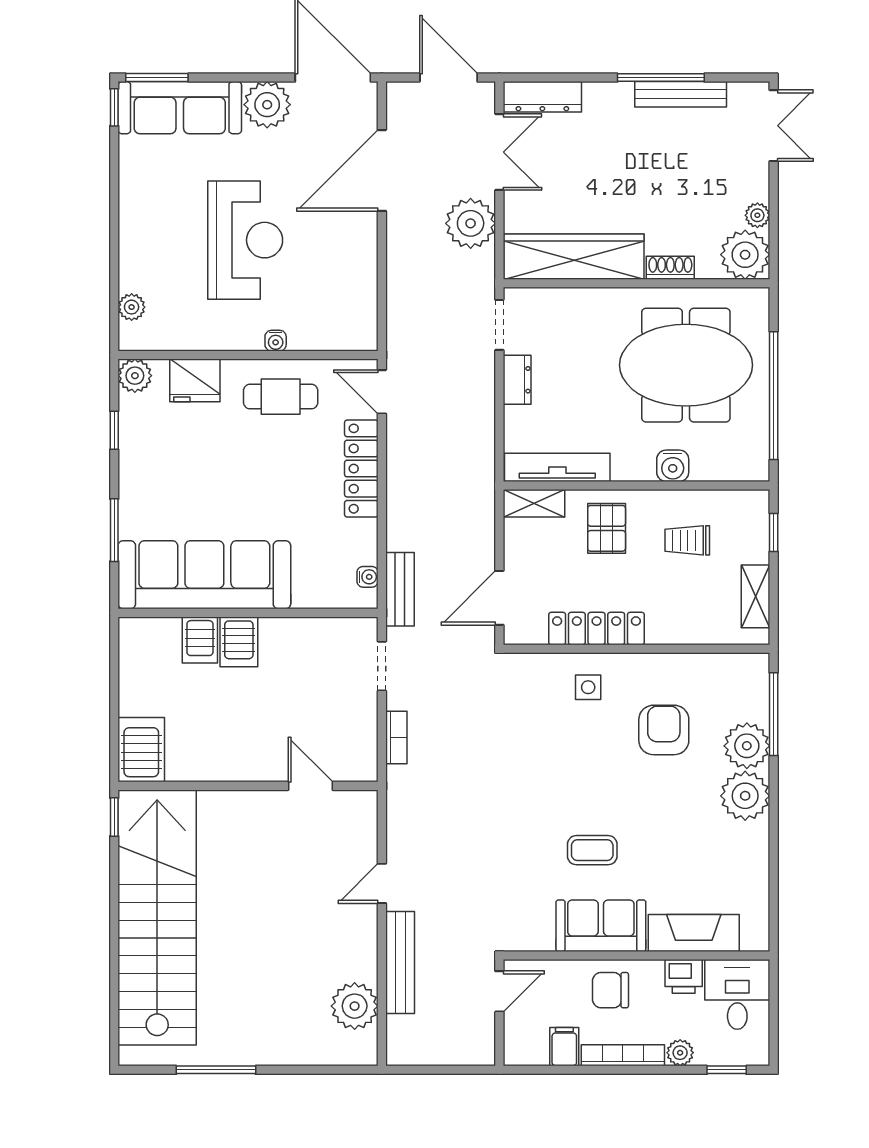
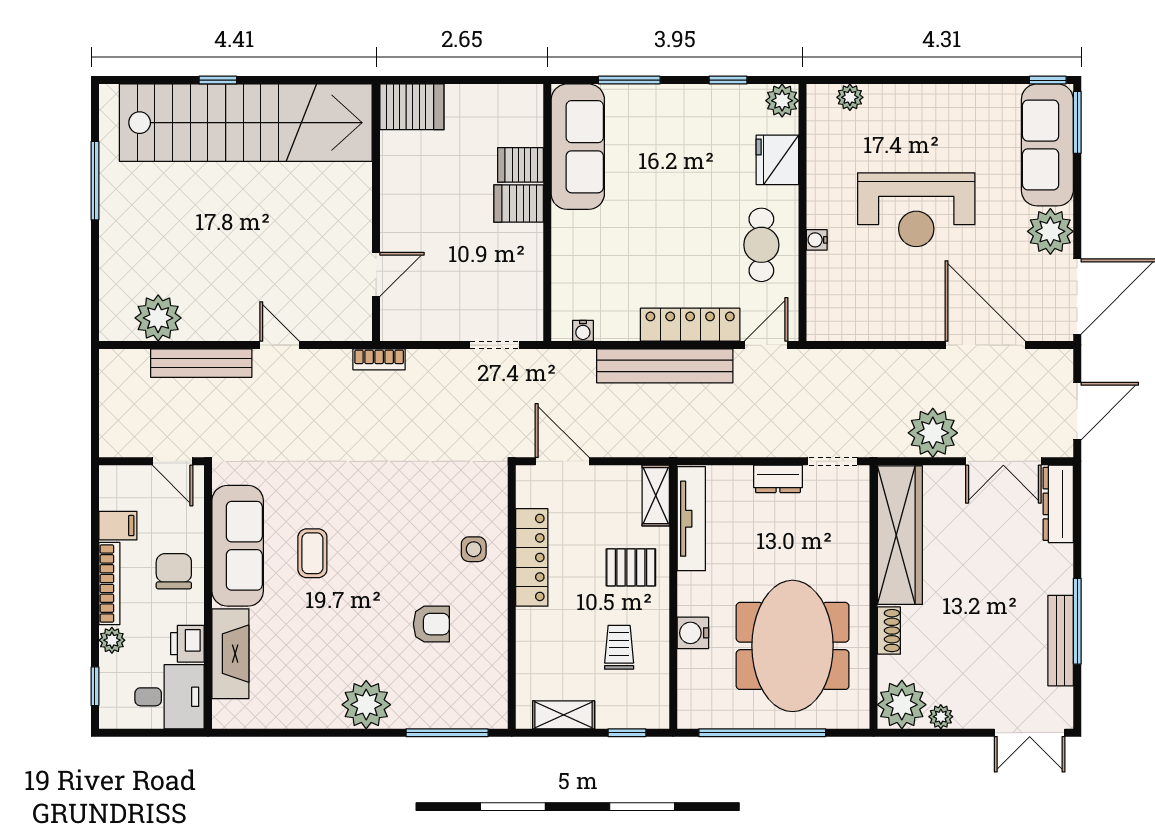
sofa: (204, 575) -> (578, 147), width x0.74, depth x0.79
bench: (400, 589) -> (665, 366), moved, width x1.86, depth x1.21
armchair: (664, 730) -> (431, 624), width x0.72, depth x0.72
bookcase: (396, 738) -> (379, 359), moved
plant: (747, 746) -> (416, 706), removed
window: (114, 817) -> (218, 80), moved
sofa: (601, 926) -> (238, 546), width x1.36

